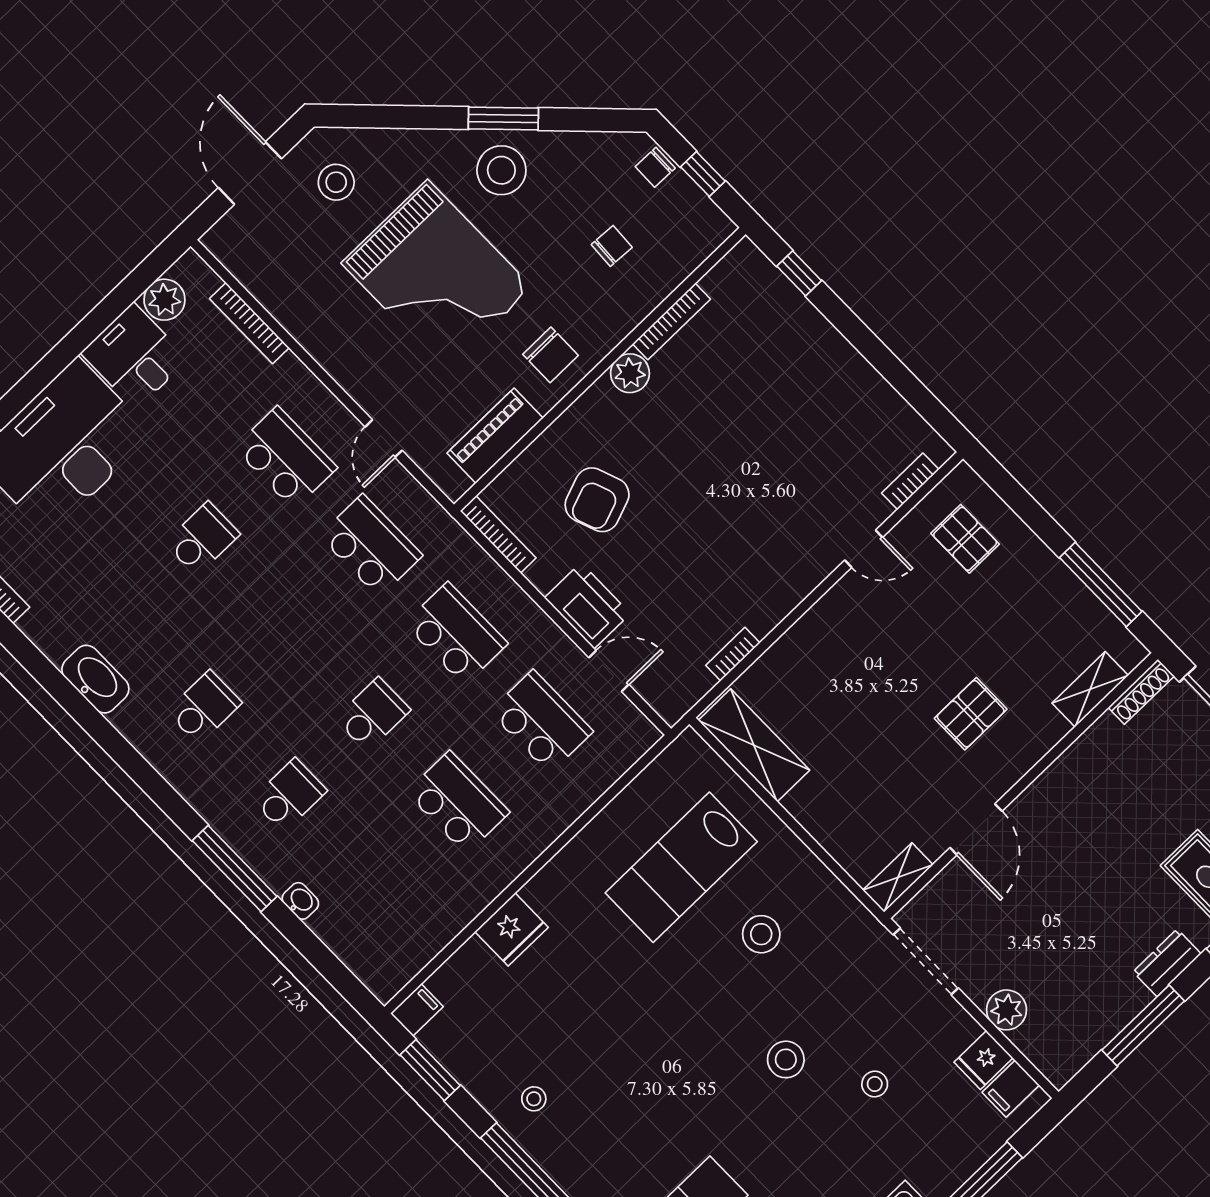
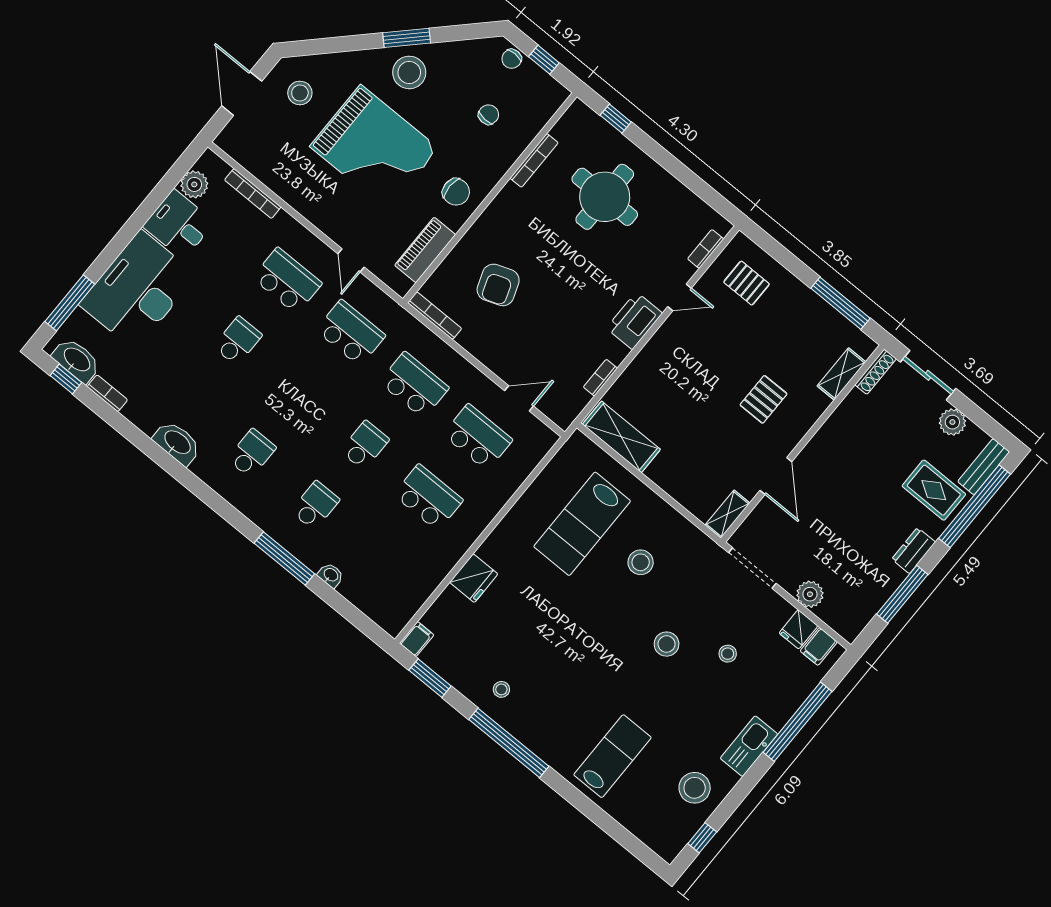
plant: (630, 373) -> (510, 198), removed
round table: (770, 387) -> (605, 197), added
printer: (587, 606) -> (634, 321), moved, turned -90

